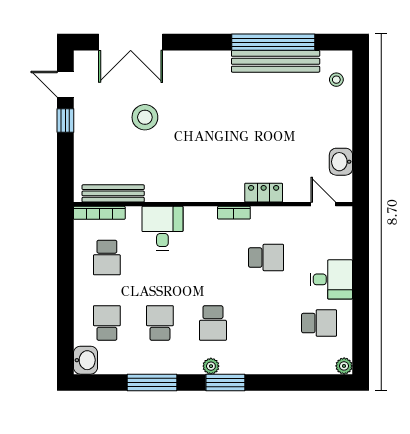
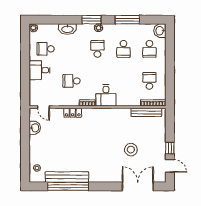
desk: (162, 228) -> (106, 95), moved
washbasin: (274, 363) -> (67, 29), added

